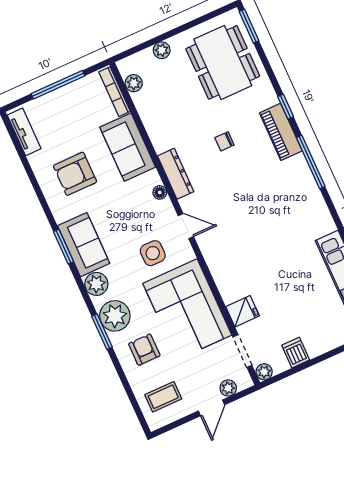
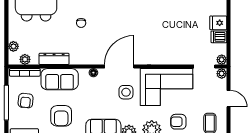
plant: (162, 50) -> (13, 46), moved
armchair: (74, 112) -> (26, 101), added
dresser: (176, 174) -> (54, 59), moved
door: (186, 226) -> (119, 67), width x1.88
fridge: (243, 311) -> (218, 23), moved, turned -90
plant: (228, 388) -> (222, 74), moved

